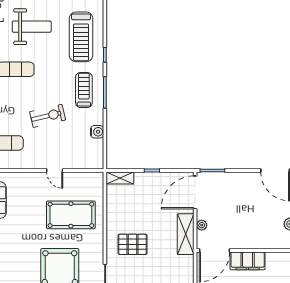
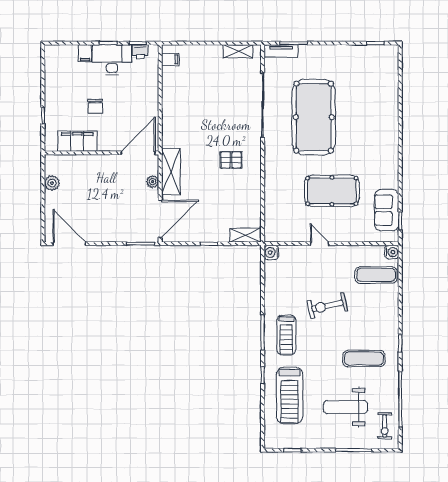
treadmill: (81, 37) -> (290, 395), turned 180
water cooler: (97, 132) -> (271, 252), moved
pool table: (71, 215) -> (332, 191), moved
pallet: (133, 244) -> (231, 160), width x0.67, depth x0.71
filing cabinet: (248, 261) -> (77, 141), moved

